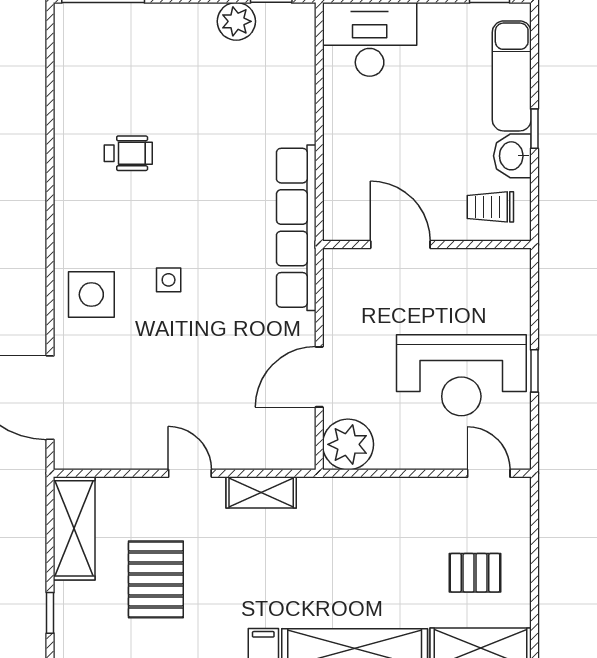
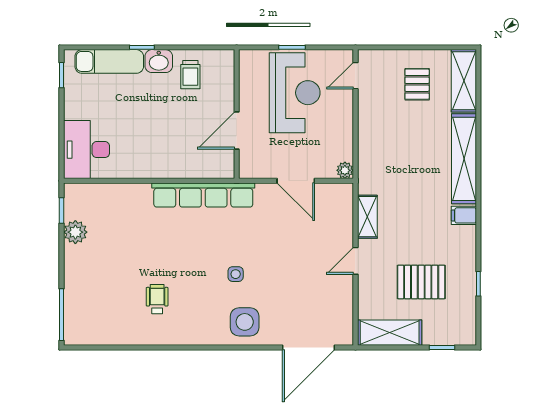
door: (400, 245) -> (237, 130), moved
wall: (427, 245) -> (237, 114), moved
plant: (348, 444) -> (345, 170), width x0.53, depth x0.53

